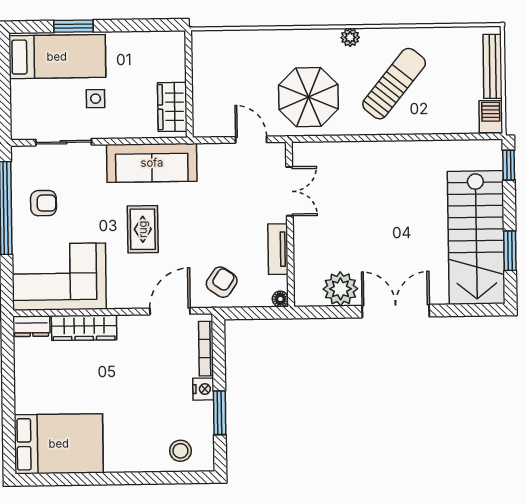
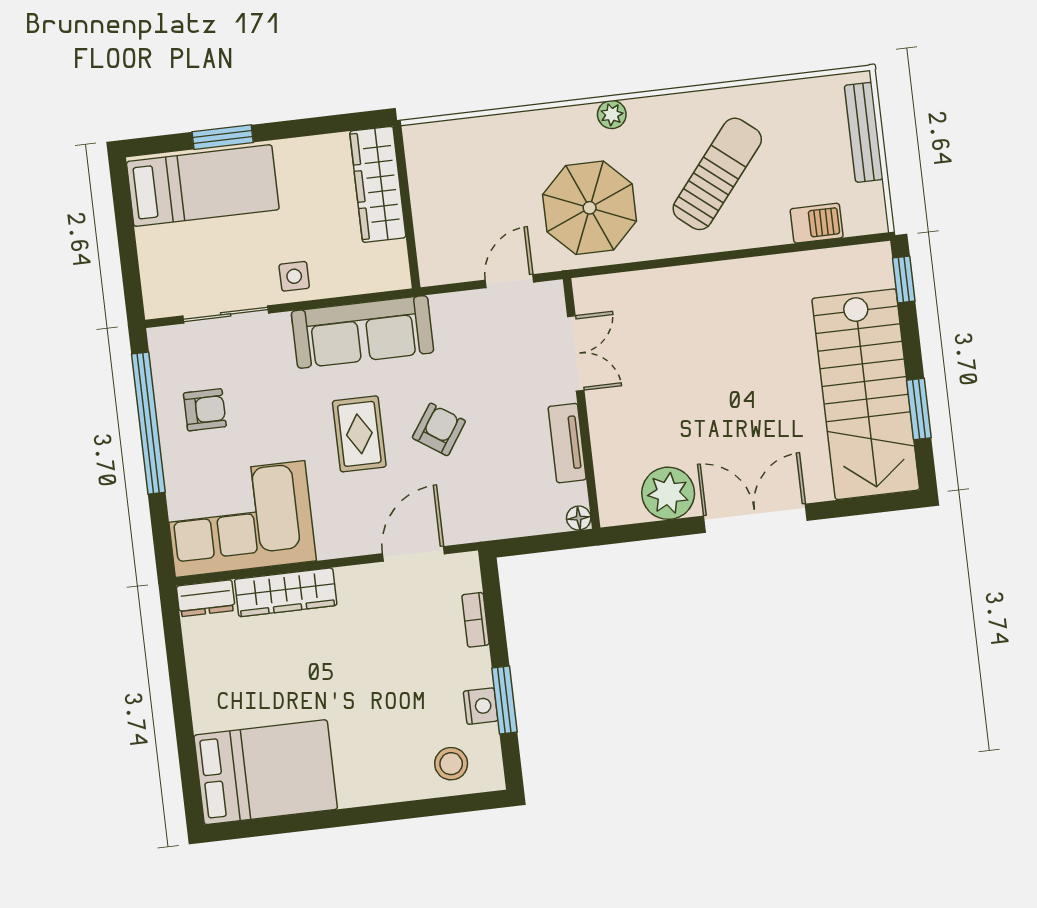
plant: (350, 37) -> (612, 115), moved
side table: (96, 99) -> (294, 276), moved
wardrobe: (172, 107) -> (378, 184), moved, width x1.50
barbecue: (491, 117) -> (817, 223), moved, turned 90
door: (251, 140) -> (509, 281), hinge flipped
armchair: (222, 282) -> (439, 429), moved
bookcase: (206, 349) -> (475, 620), width x0.64
nightstand: (203, 389) -> (481, 706), moved

